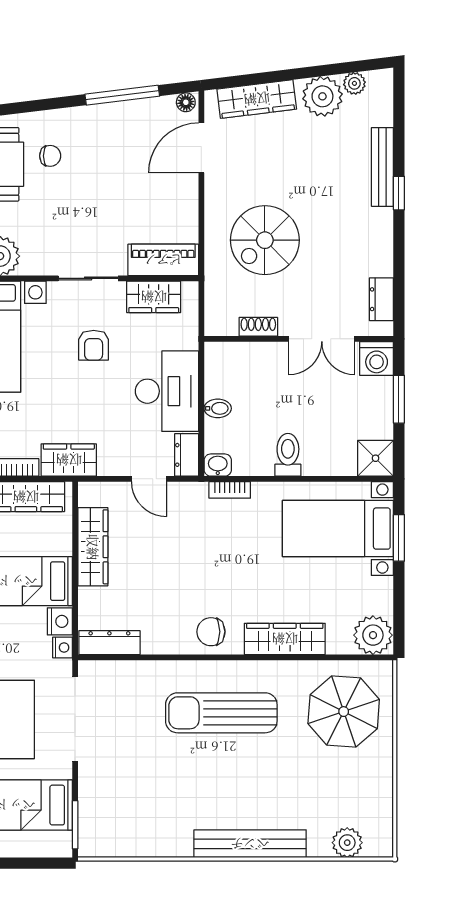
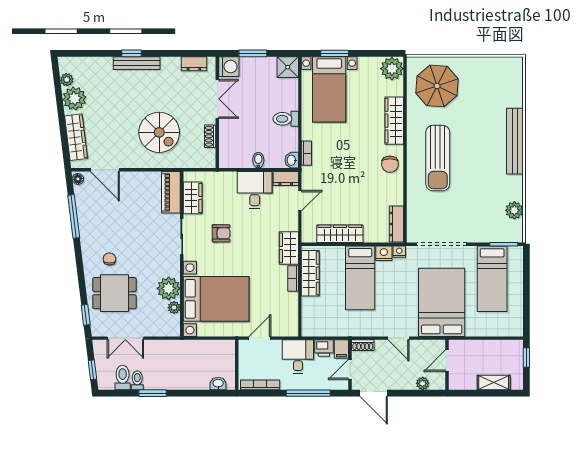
bench: (382, 167) -> (137, 63), moved
desk: (167, 391) -> (255, 190), width x0.73
plant: (347, 843) -> (514, 210), moved

